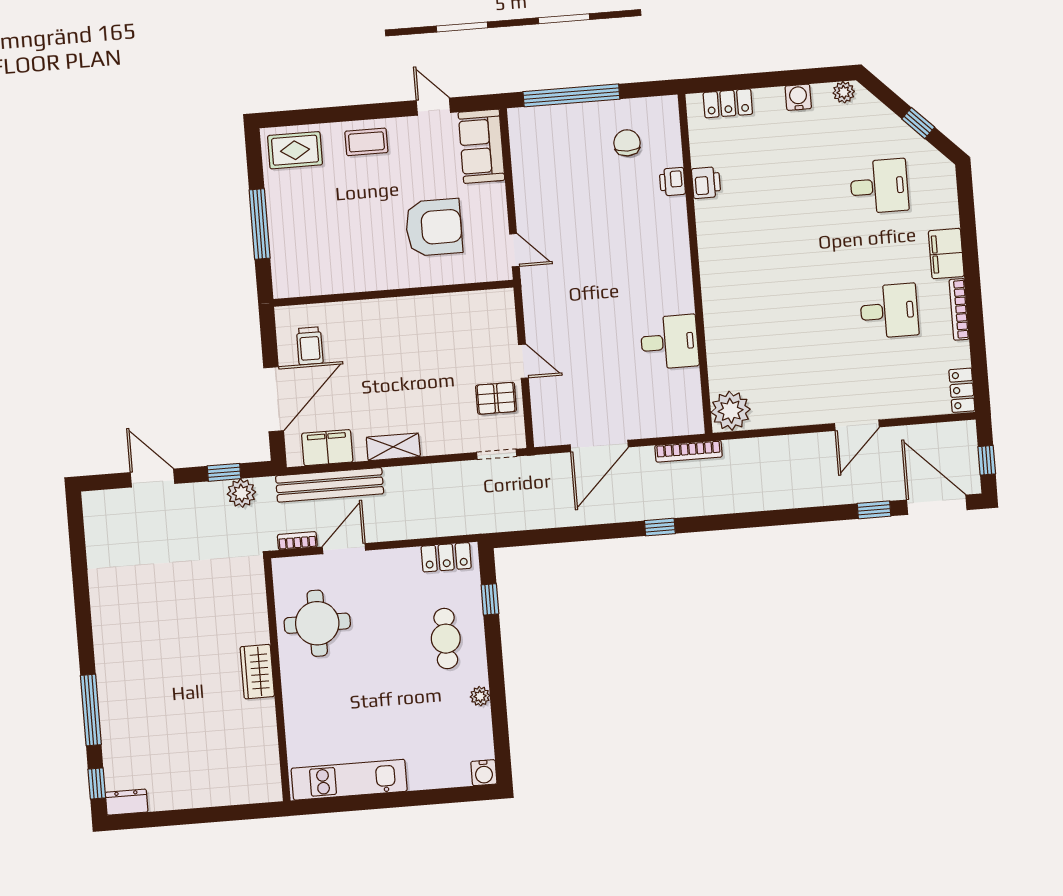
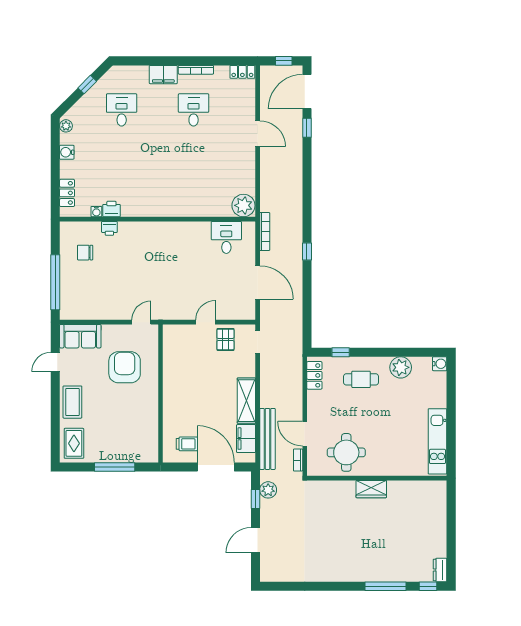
coffee table: (366, 142) -> (72, 402), width x1.36, depth x1.30
water cooler: (700, 157) -> (96, 212), added
desk: (669, 342) -> (226, 237), moved
shelving: (393, 447) -> (246, 401), width x1.50, depth x1.33
plant: (480, 696) -> (401, 367), width x1.88, depth x1.88

